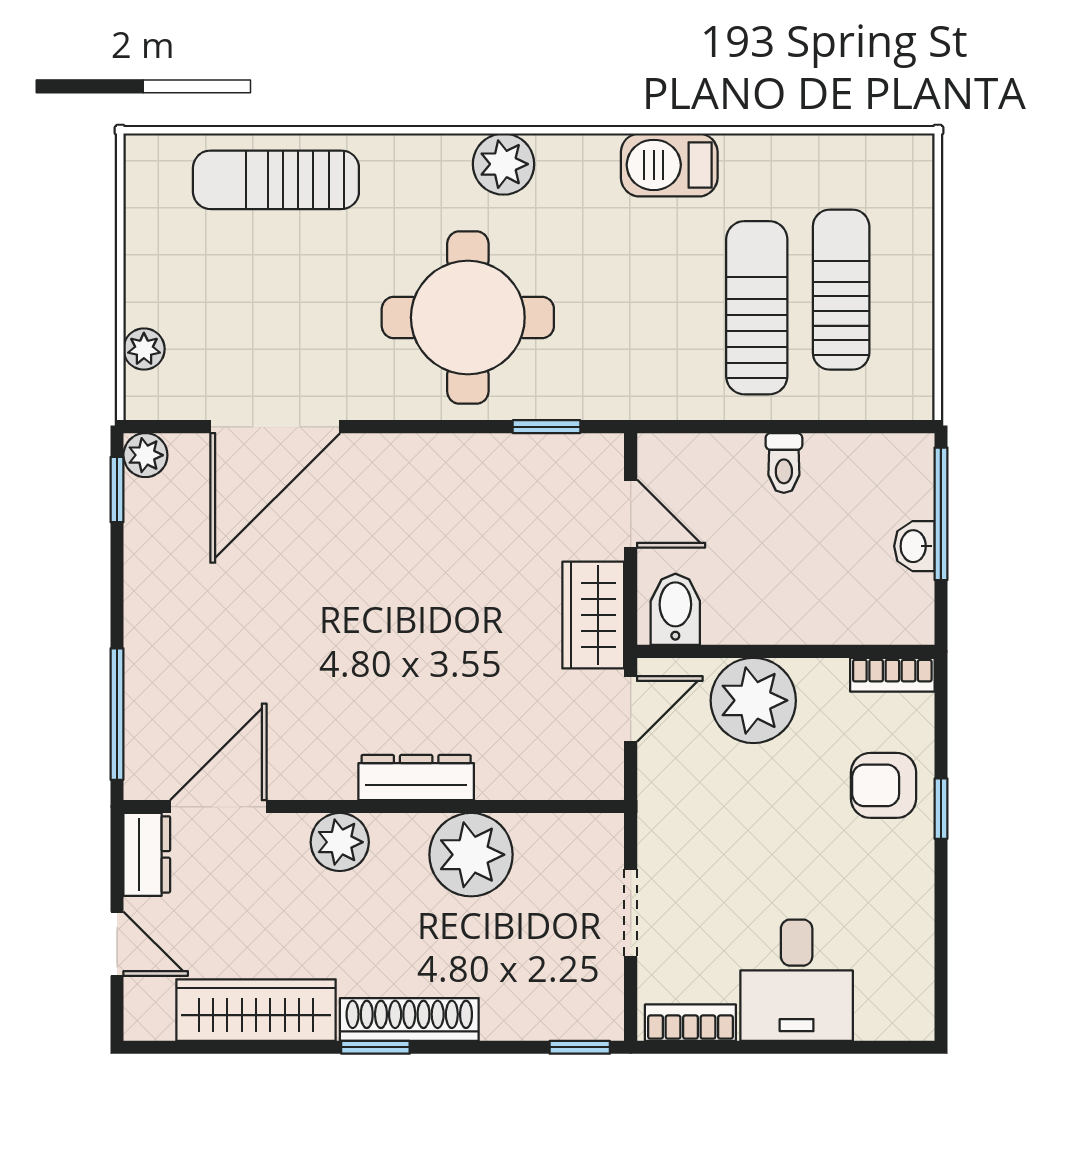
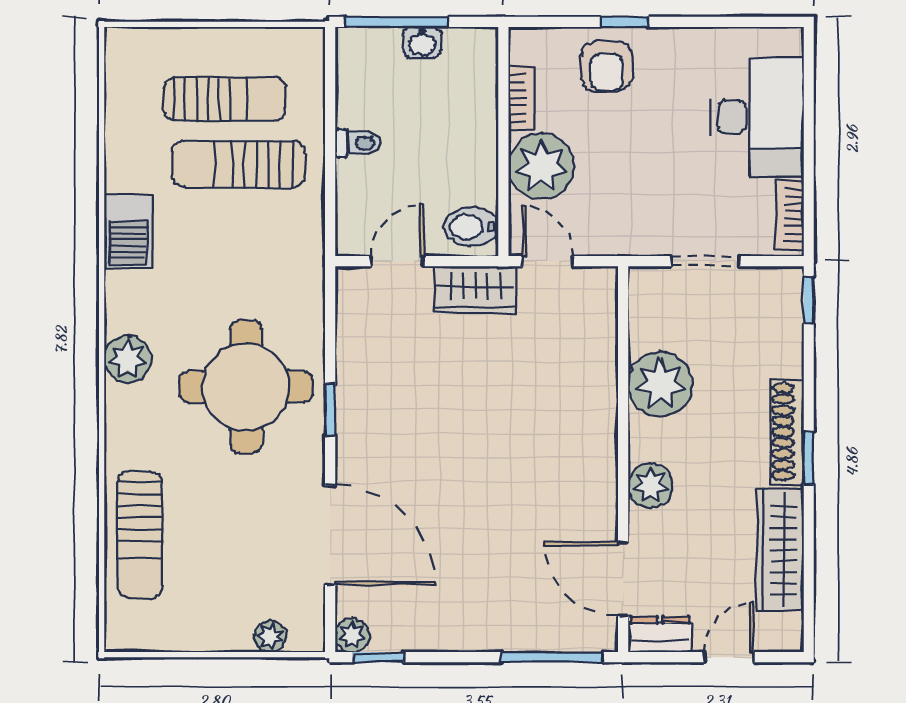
sun lounger: (841, 290) -> (224, 99), turned 180
window: (547, 427) -> (330, 410), moved
bookcase: (892, 675) -> (521, 98), moved
dresser: (416, 778) -> (601, 427), removed
desk: (797, 980) -> (757, 117), width x1.37

